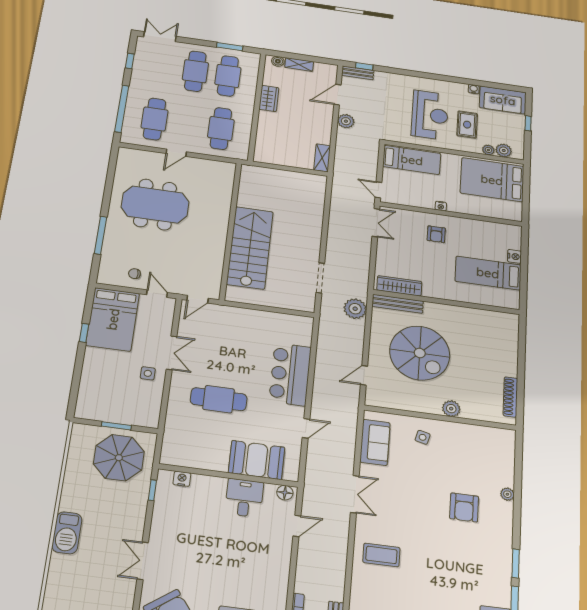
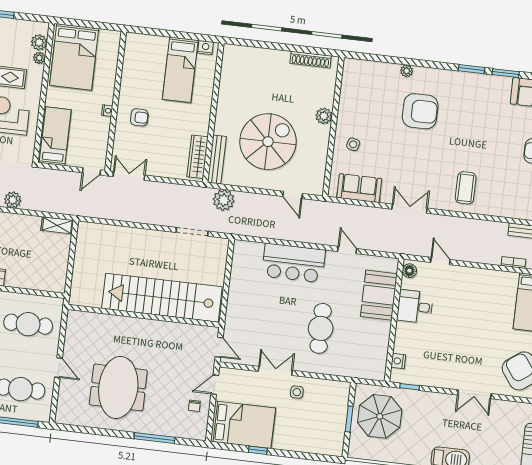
stairs: (250, 248) -> (162, 298), width x1.36
nightstand: (514, 256) -> (206, 48), moved
armchair: (464, 507) -> (420, 111), width x1.36, depth x1.36

